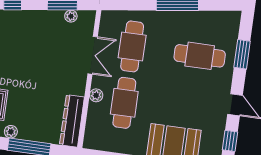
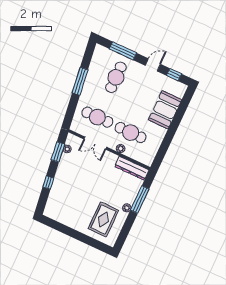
window: (242, 54) -> (123, 51), width x1.44
double door: (93, 55) -> (95, 143), swing flipped

